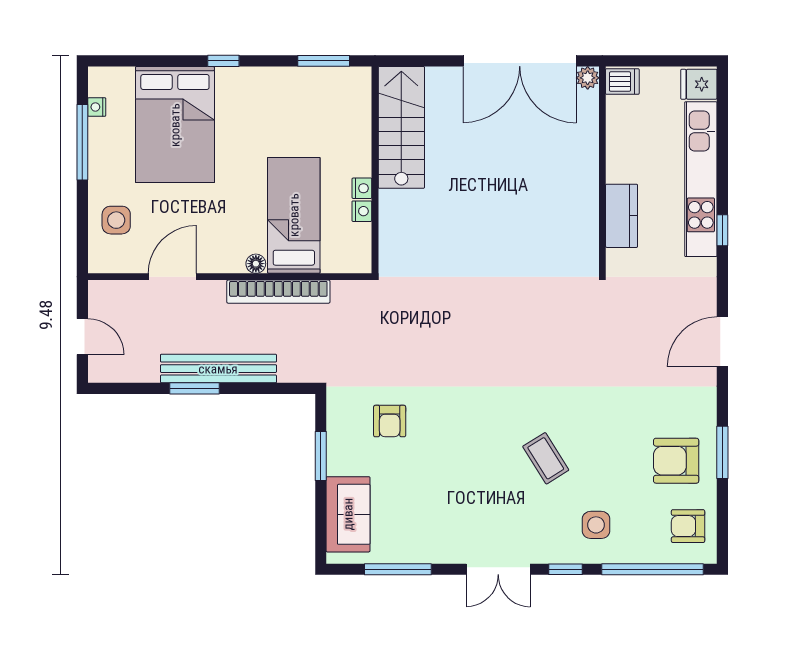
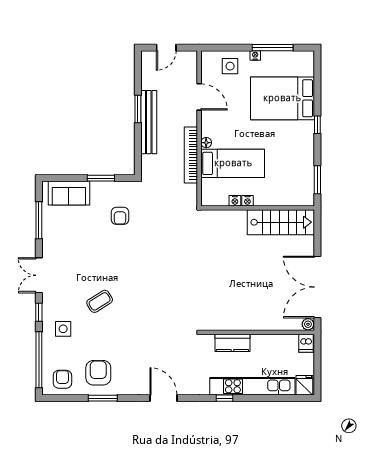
nightstand: (97, 107) -> (255, 55), moved
armchair: (390, 421) -> (120, 216), turned -90

